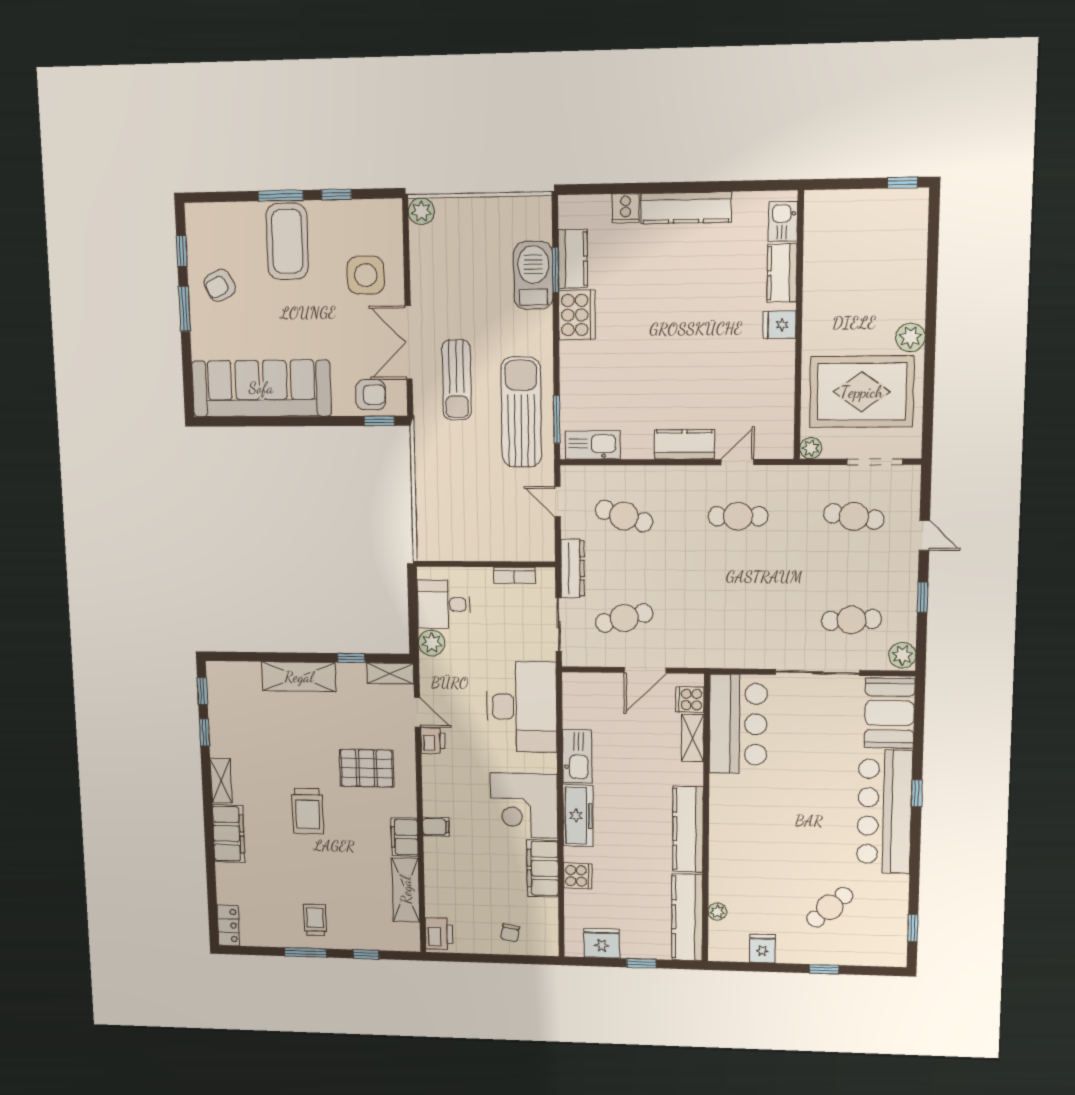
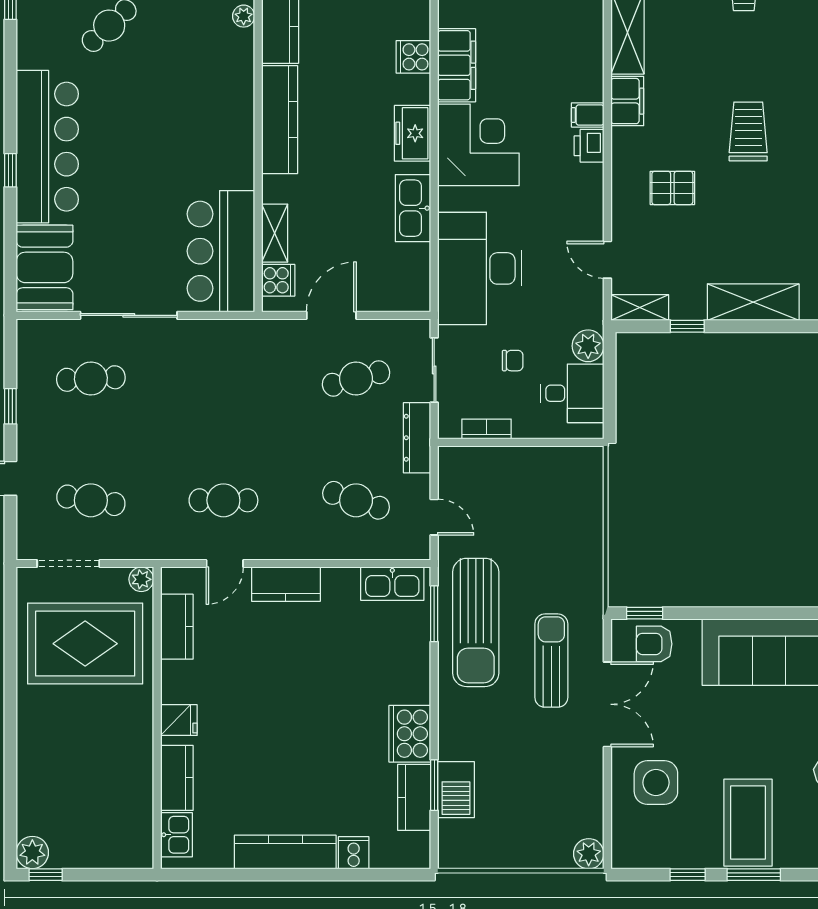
barbecue: (533, 275) -> (456, 790), width x0.73, depth x0.83
plant: (910, 337) -> (32, 853), moved
kitchen counter: (780, 407) -> (177, 627), added
chair: (493, 632) -> (513, 361), added
plant: (902, 655) -> (32, 337), removed
printer: (433, 741) -> (589, 146), moved
pallet: (367, 768) -> (672, 188), width x0.67, depth x0.71
freezer: (578, 816) -> (413, 133), width x0.71

